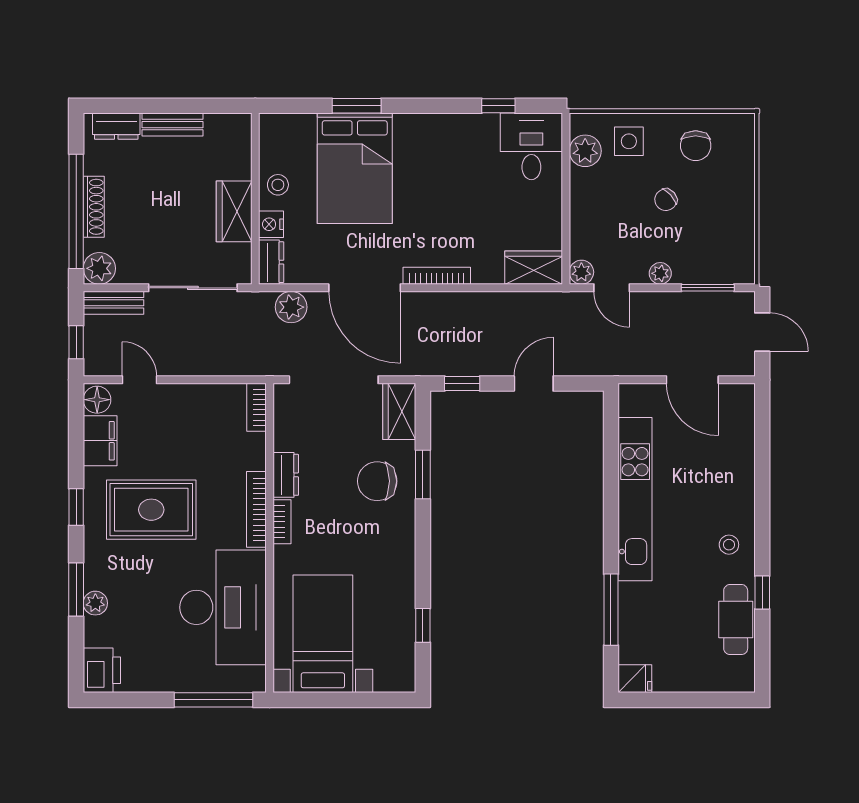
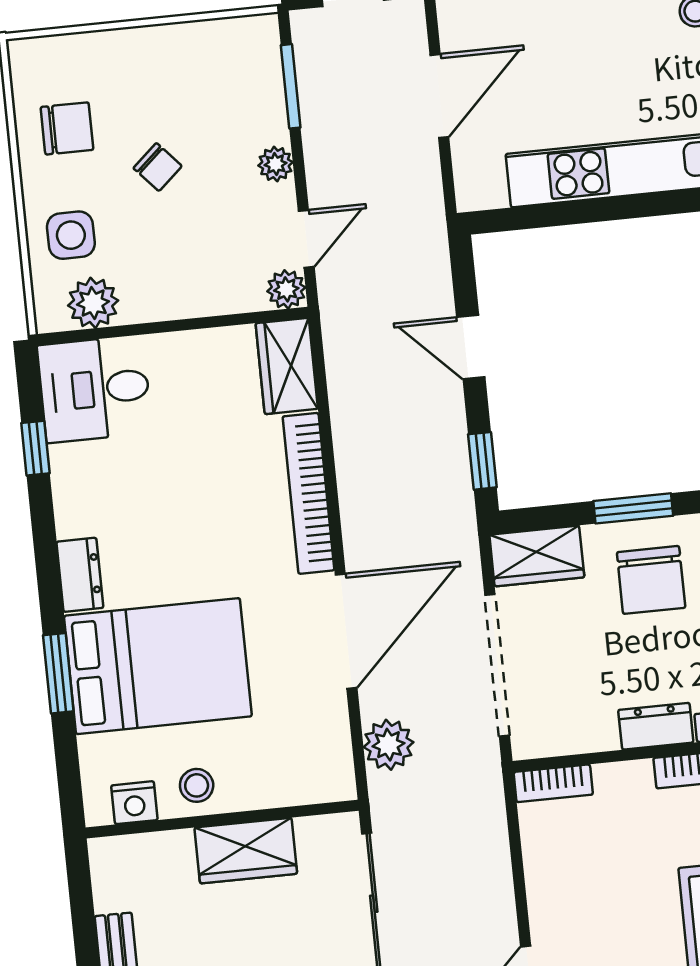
nightstand: (271, 224) -> (134, 803), moved
dresser: (271, 262) -> (80, 575), moved, turned 90
bookcase: (437, 276) -> (308, 493), width x1.48, depth x1.31

